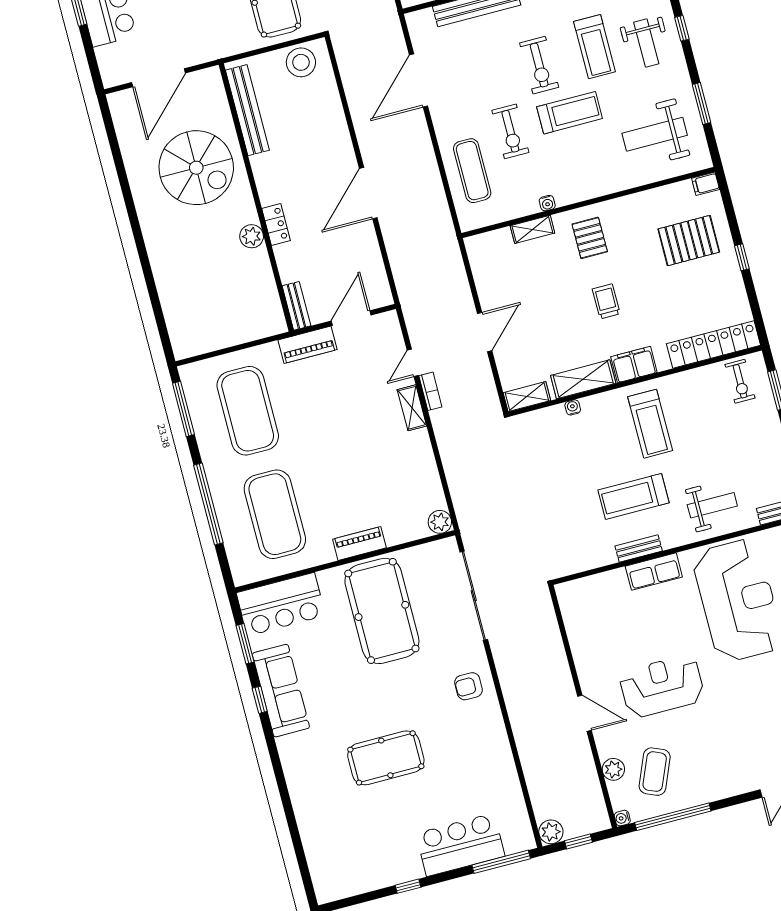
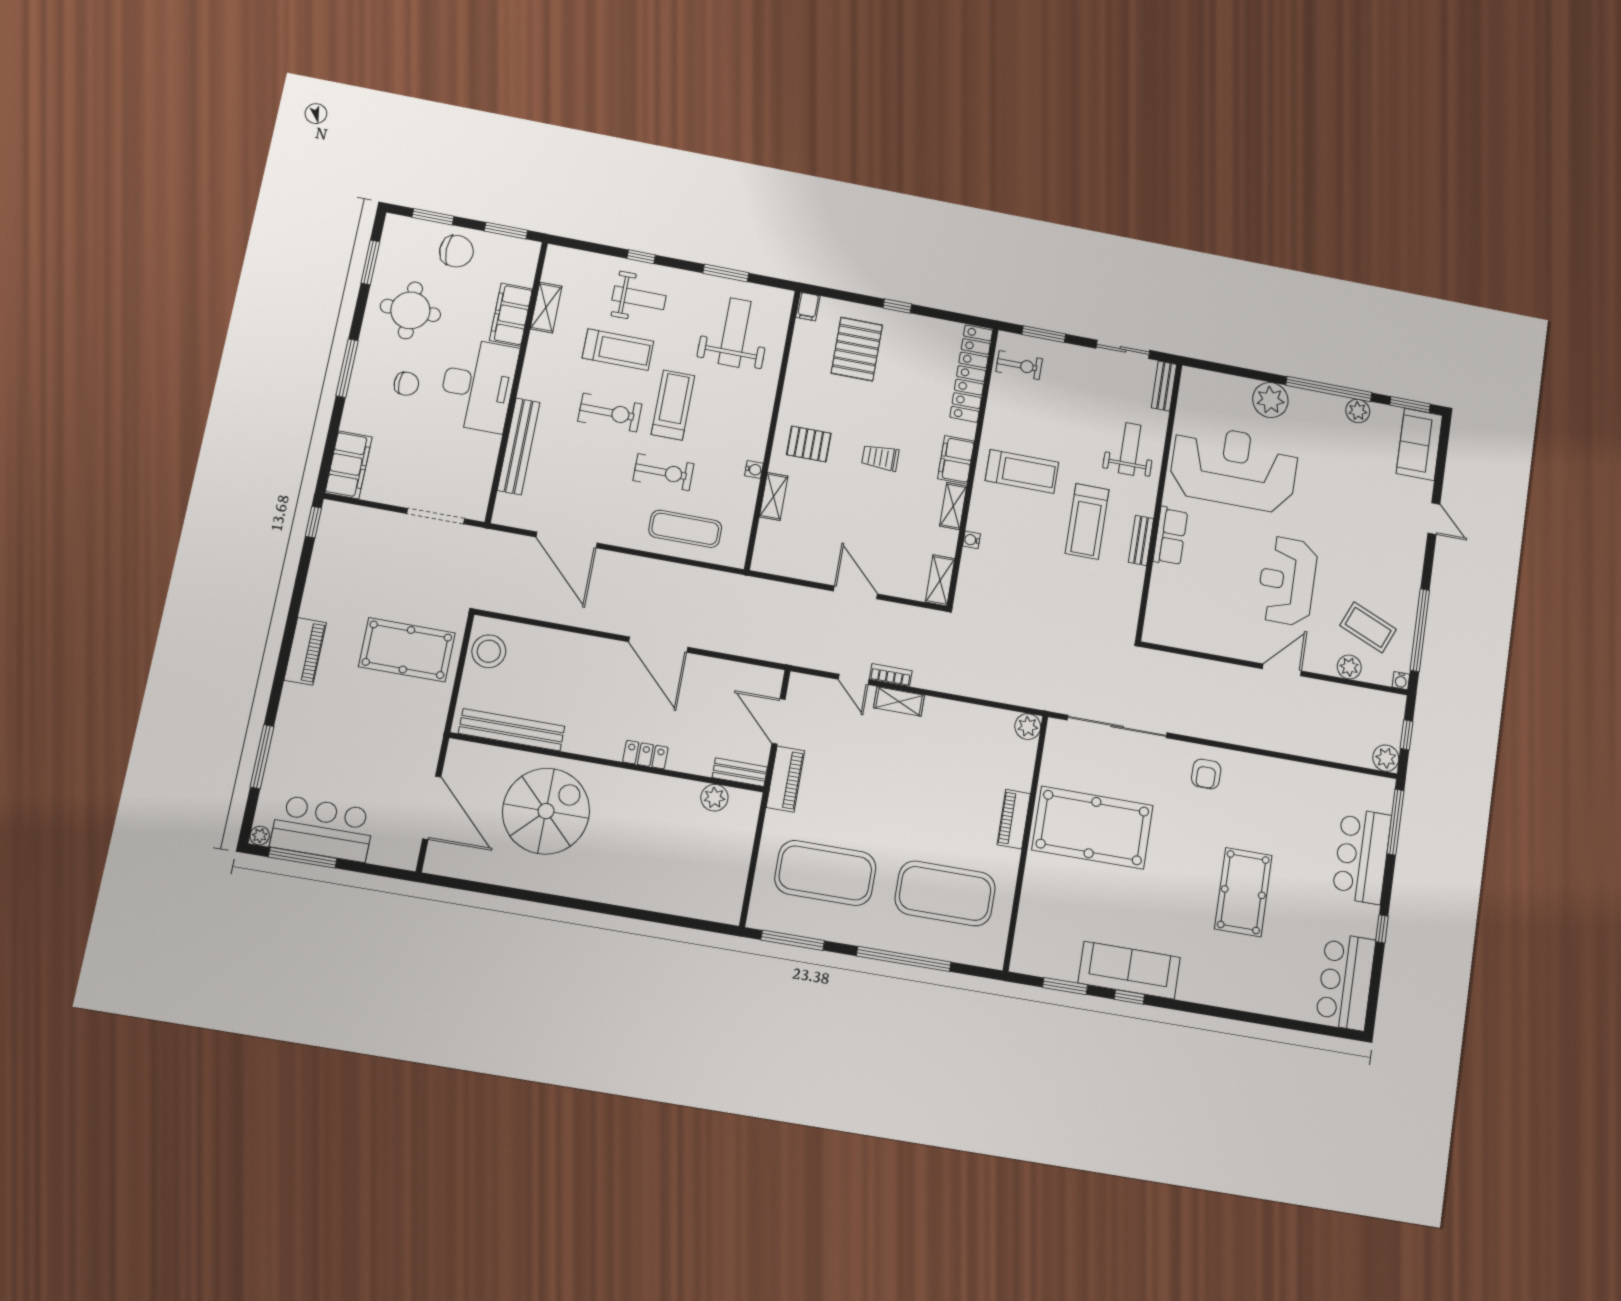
weight bench: (655, 134) -> (735, 332), turned 180
plant: (252, 236) -> (714, 798), moved
shelving: (583, 379) -> (953, 506), width x0.67, depth x0.75
bar counter: (281, 604) -> (1346, 981), moved, turned 180

